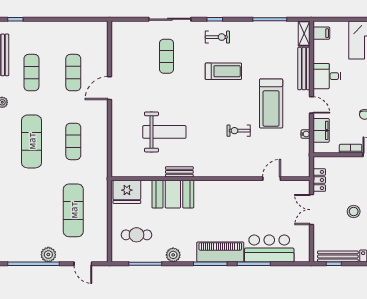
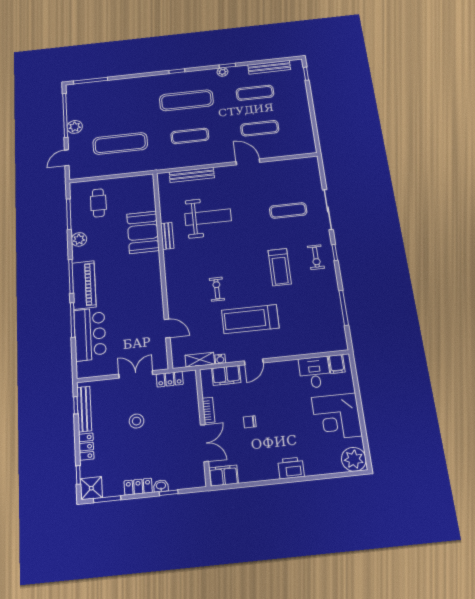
shelving: (304, 33) -> (200, 360), moved
bench: (304, 69) -> (192, 175), moved
desk: (327, 76) -> (315, 372), moved
weight bench: (164, 132) -> (208, 217), turned -90
fridge: (127, 192) -> (142, 189), removed

